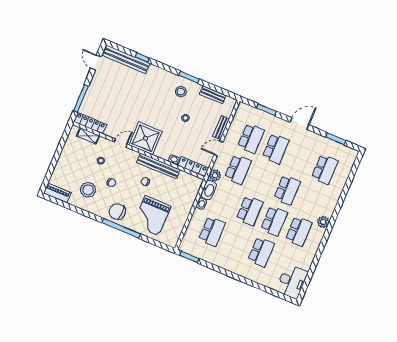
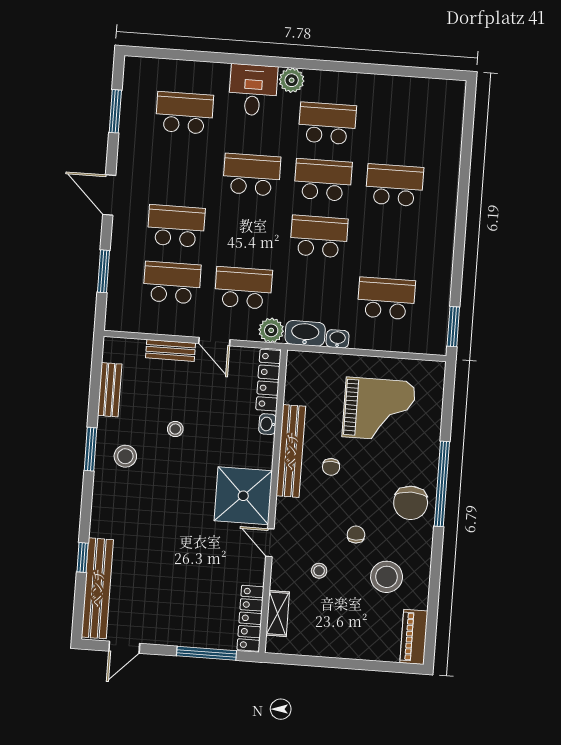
grand piano: (152, 216) -> (379, 409), moved
desk: (292, 281) -> (253, 90), moved, width x0.73

